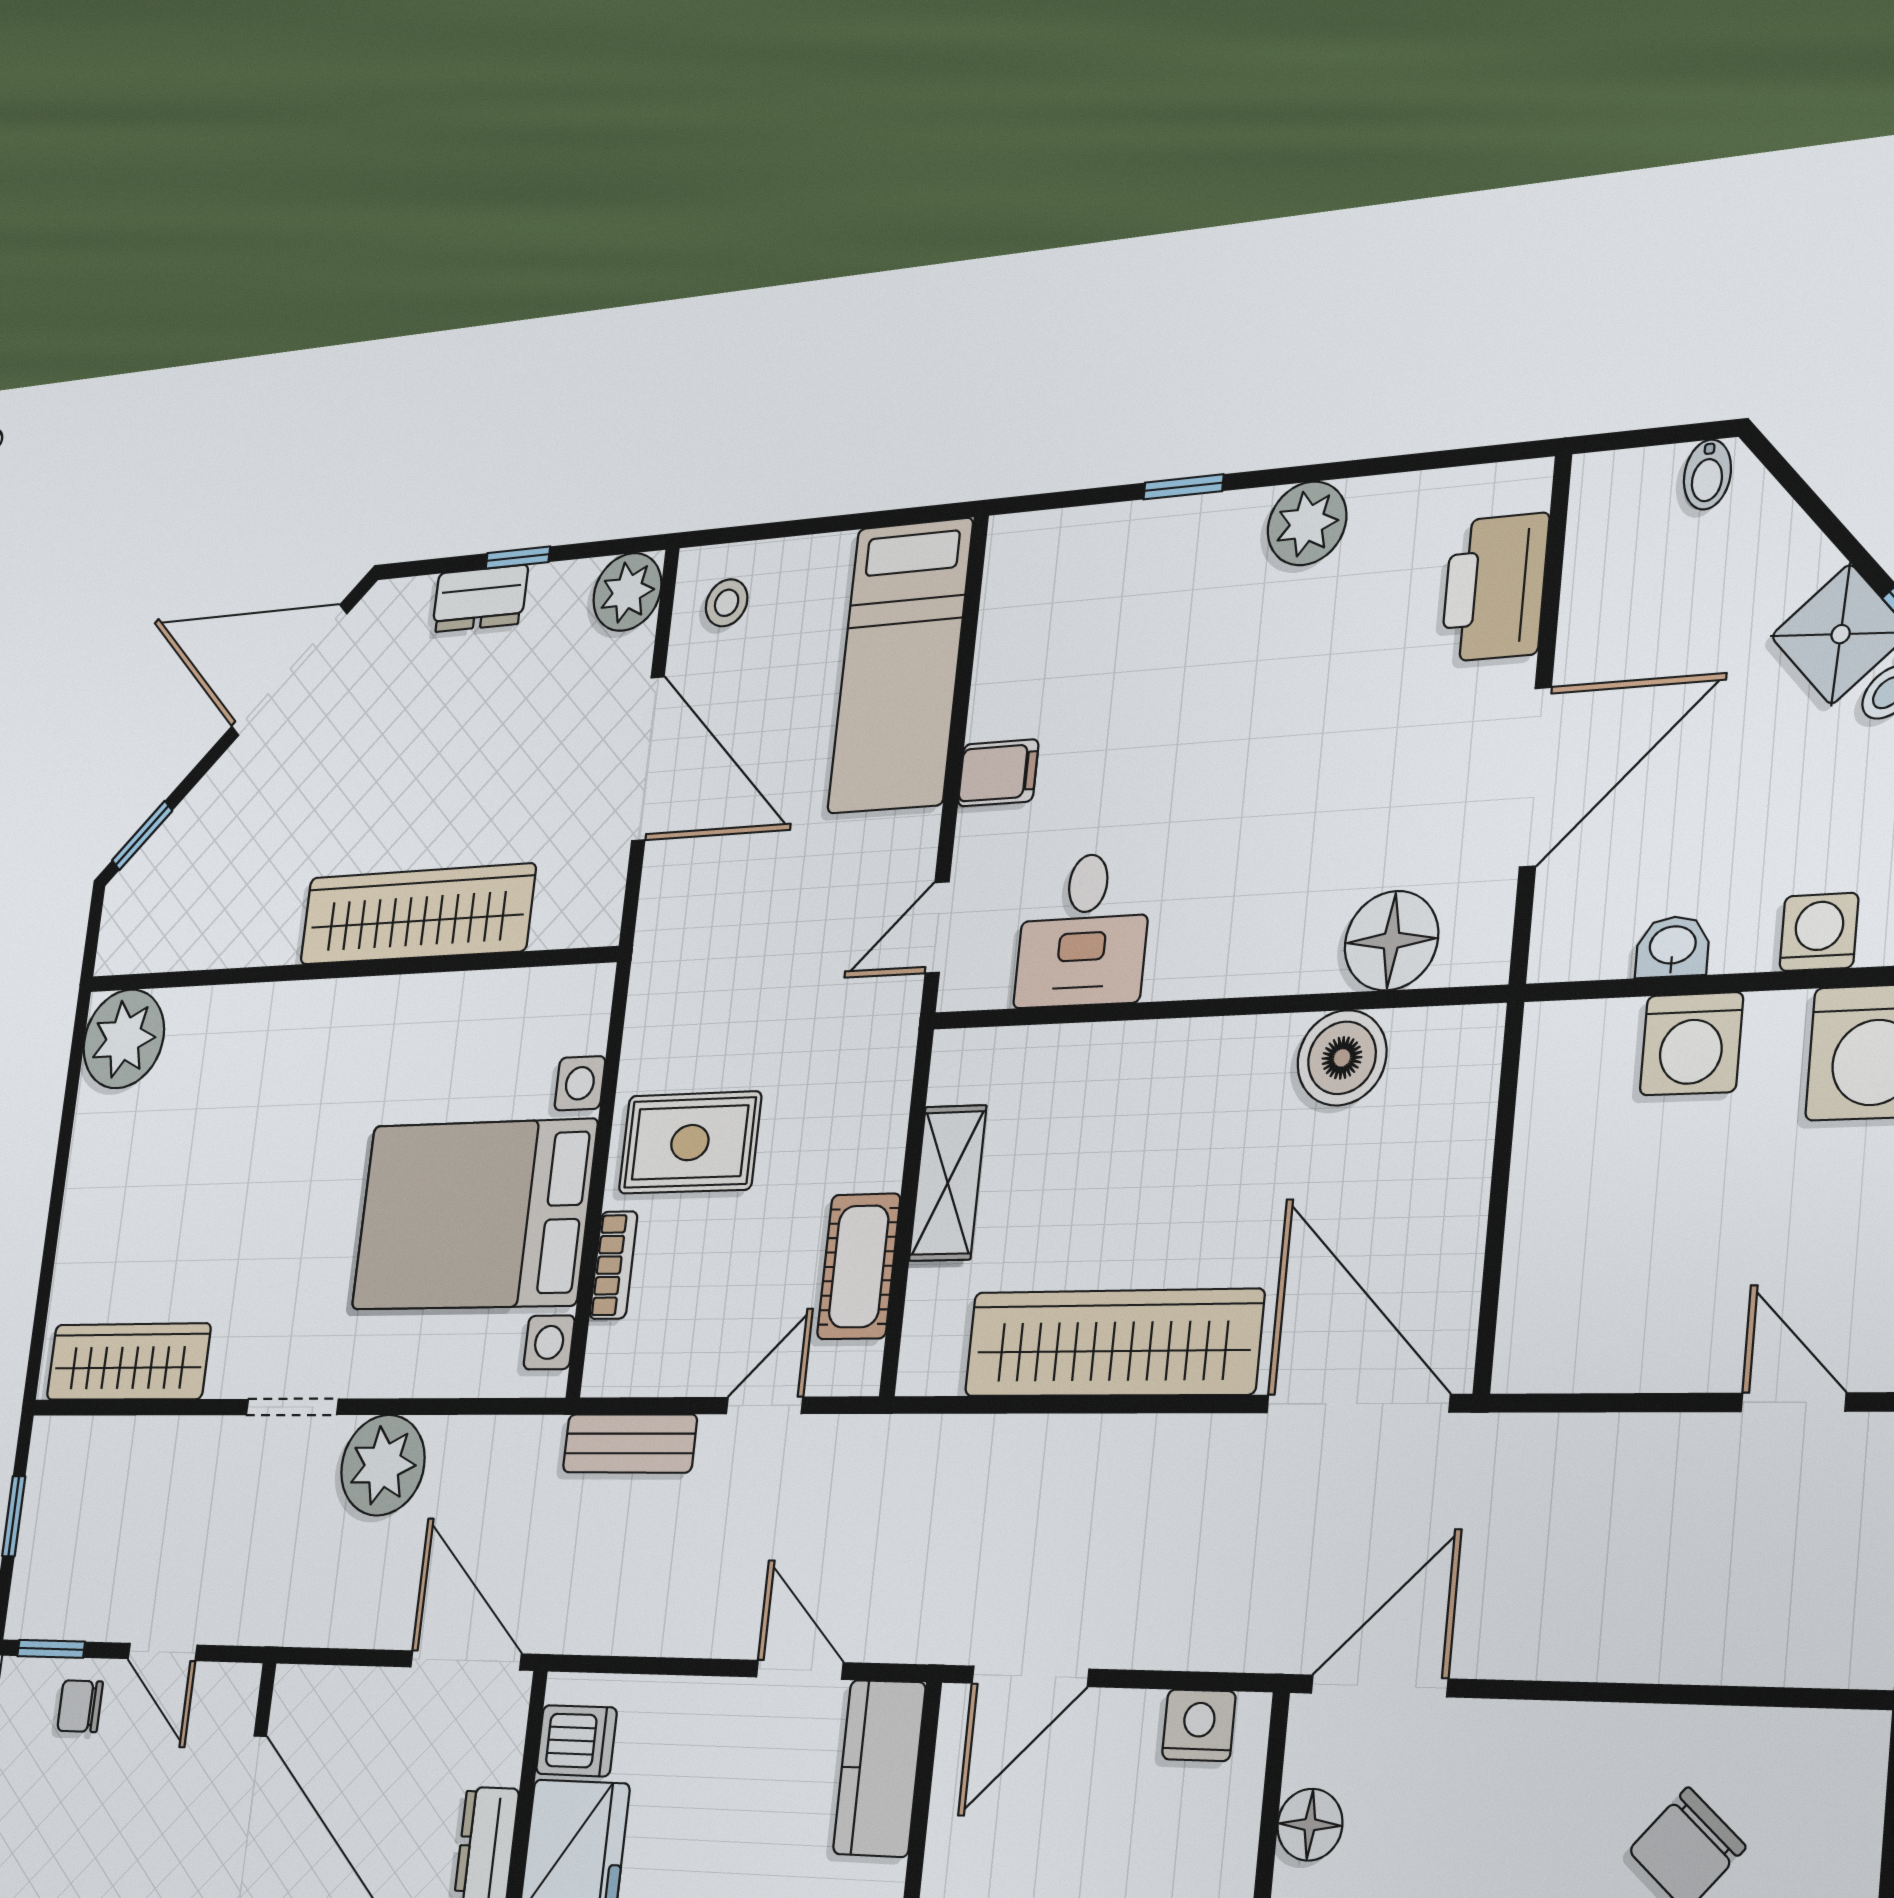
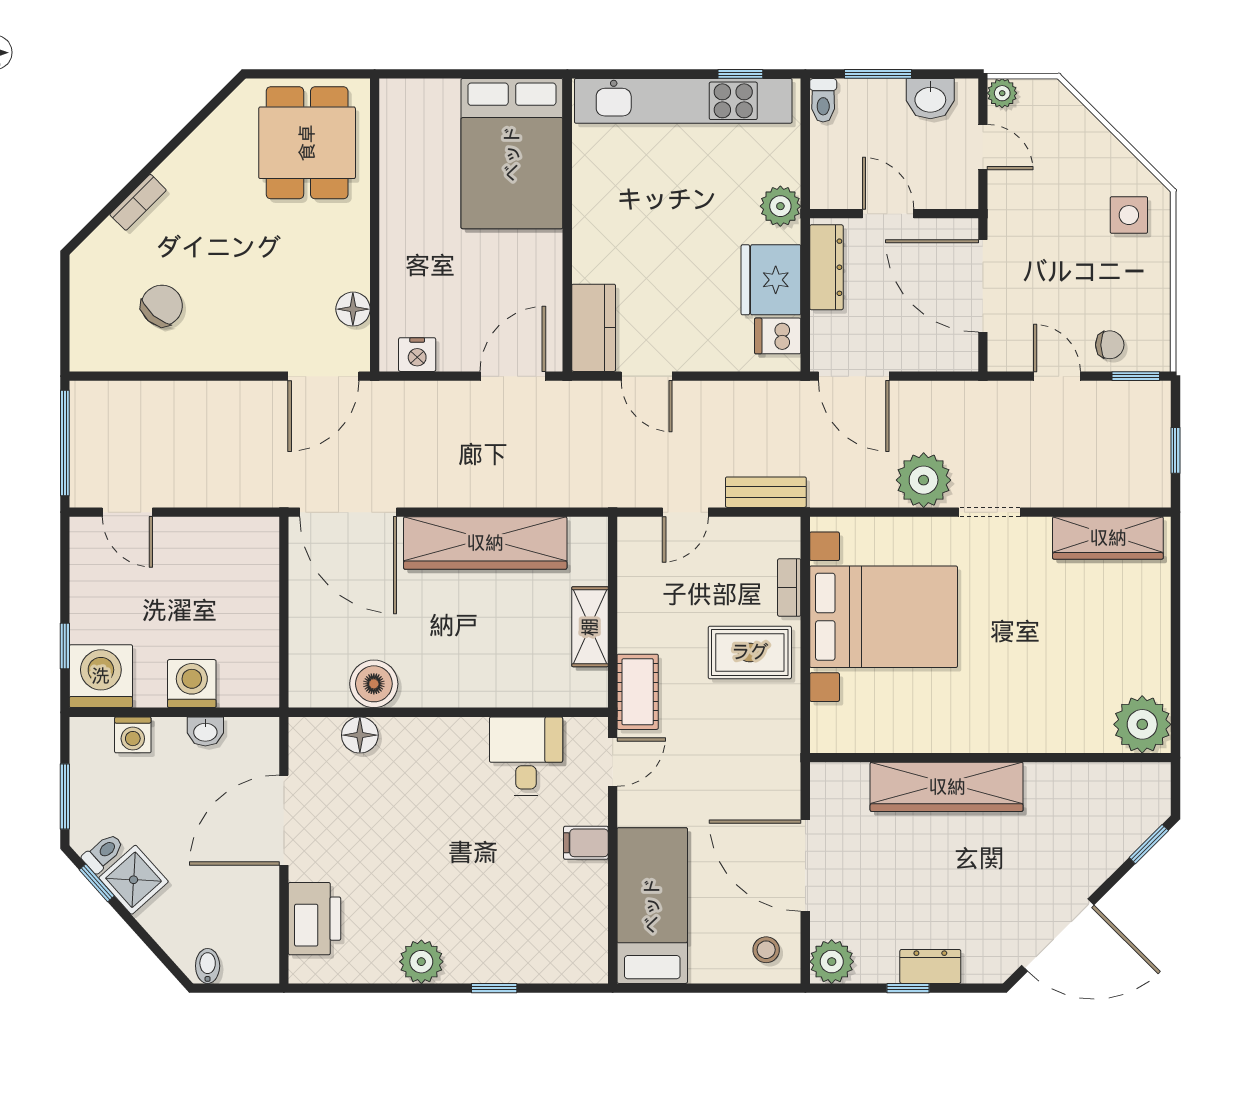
floor lamp: (1391, 941) -> (360, 735), width x0.73, depth x0.73
cot: (859, 1266) -> (638, 692), moved

